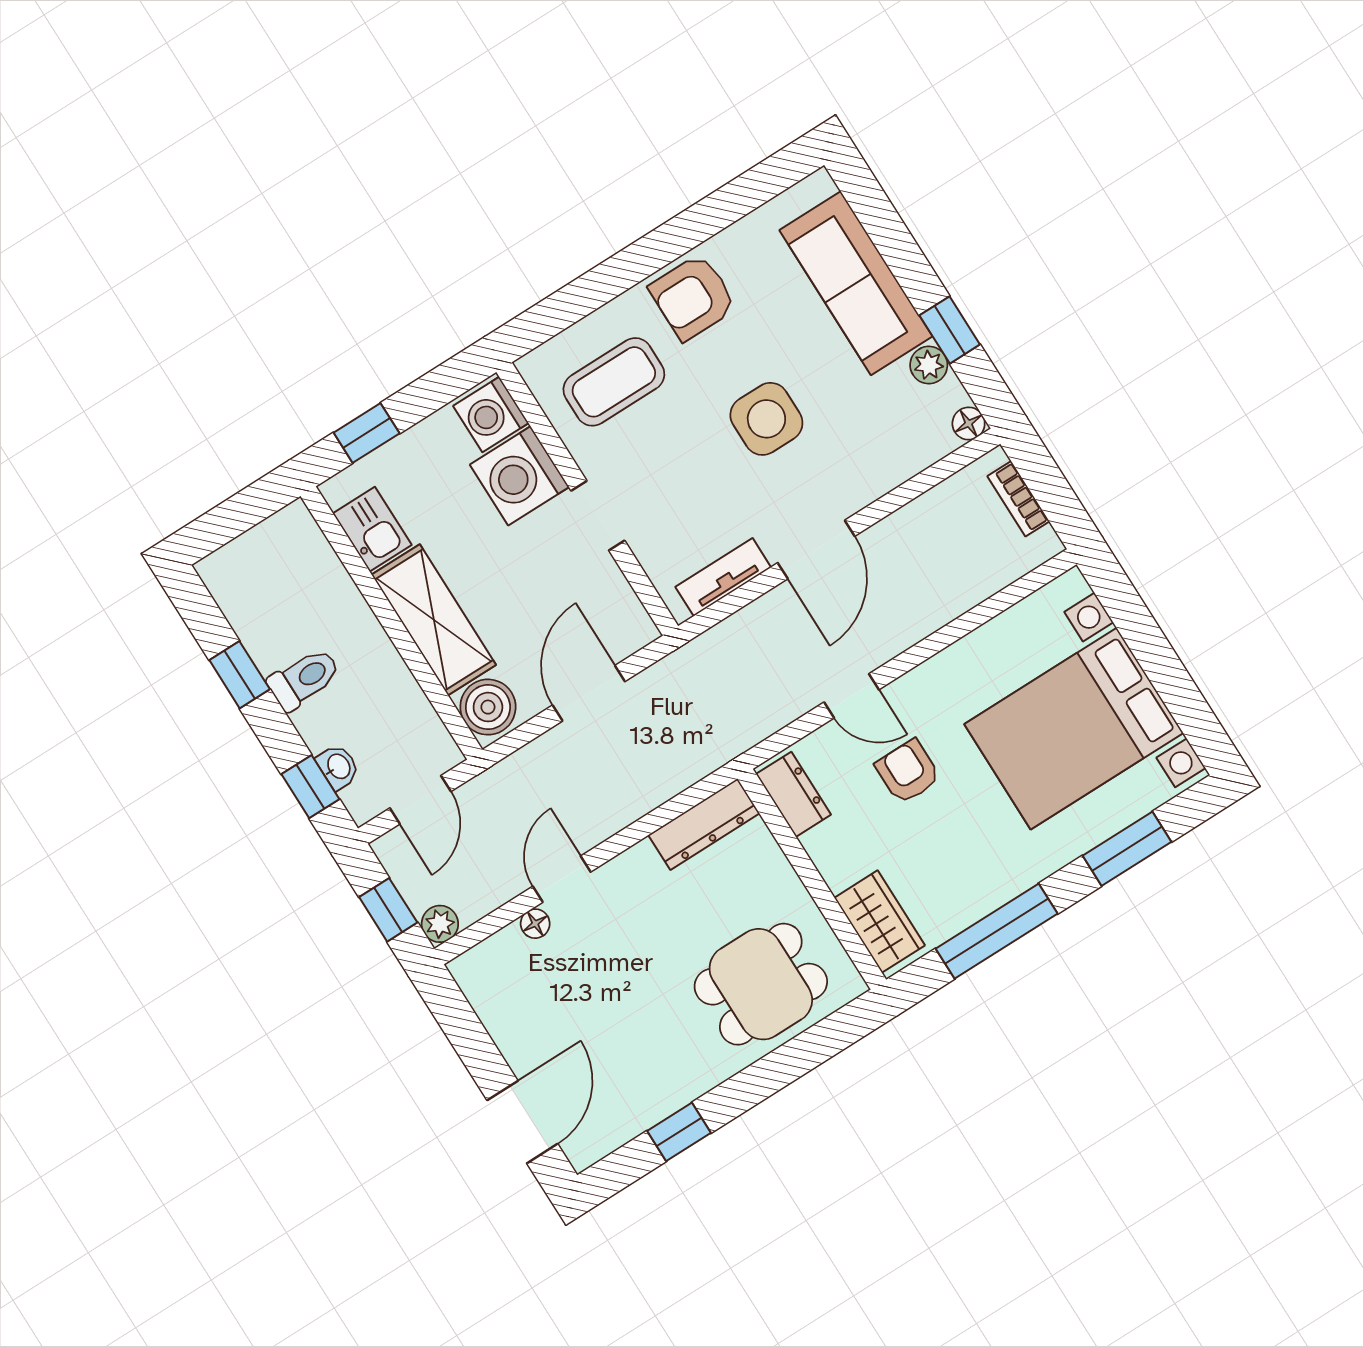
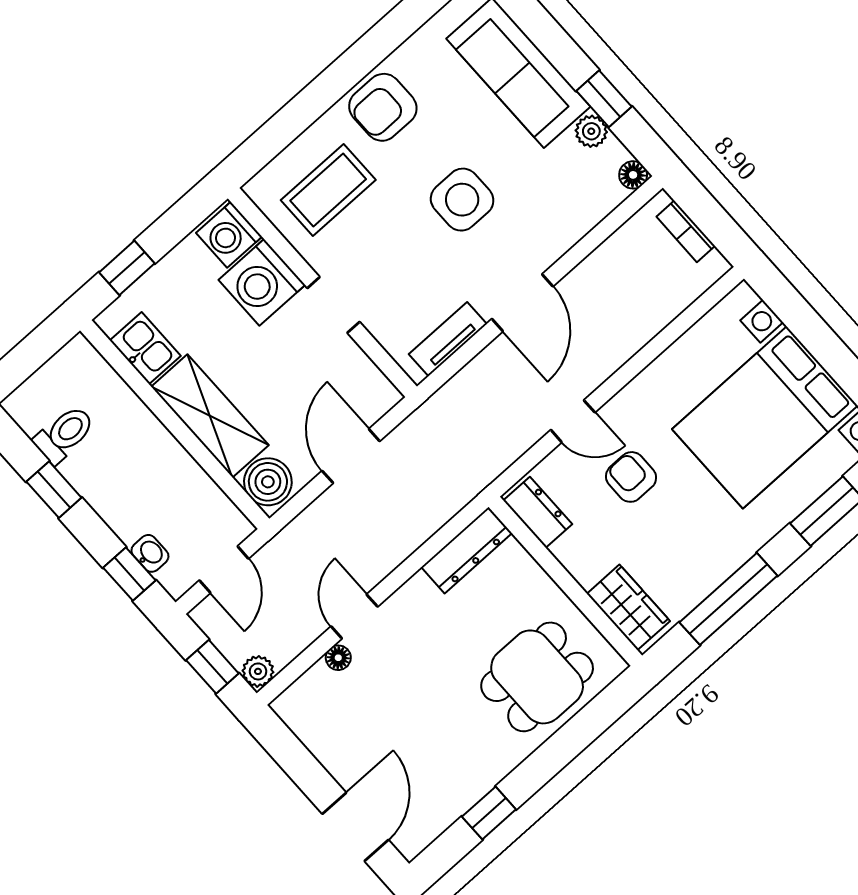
toilet: (304, 679) -> (64, 434), moved

